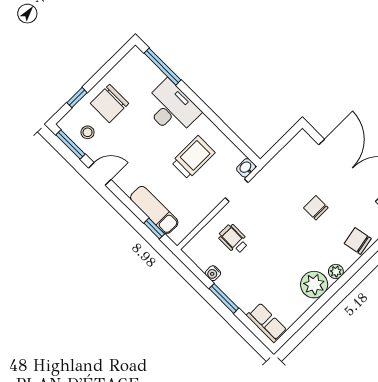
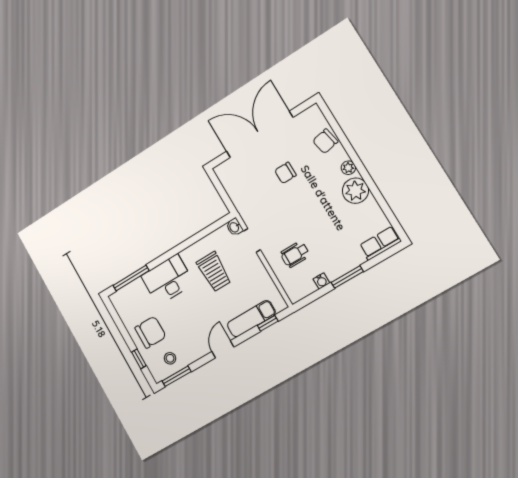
chair: (110, 103) -> (150, 332), turned -90
trolley: (193, 157) -> (214, 272), turned 180
door: (100, 174) -> (223, 349), moved

